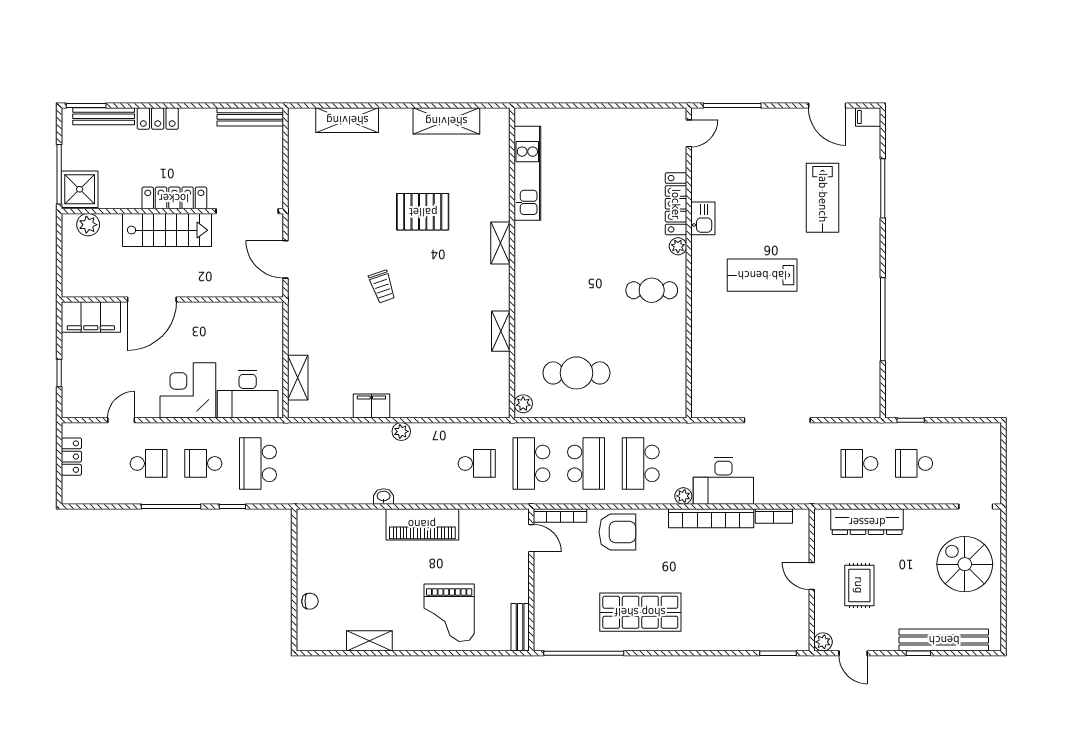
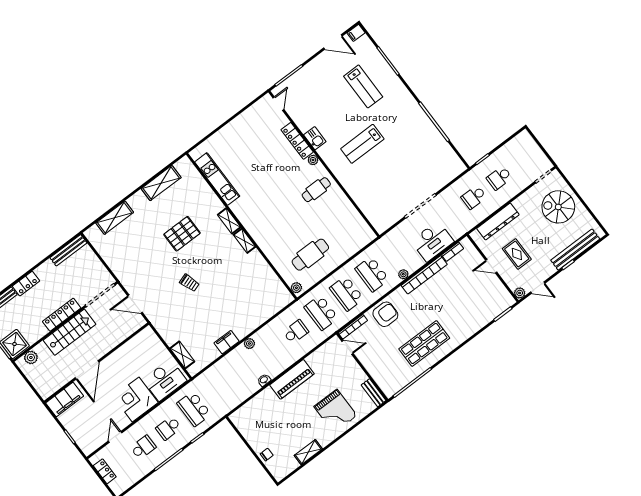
shelving: (501, 331) -> (244, 241), moved
school desk: (586, 463) -> (347, 293), turned 180
desk: (723, 481) -> (432, 241), moved

